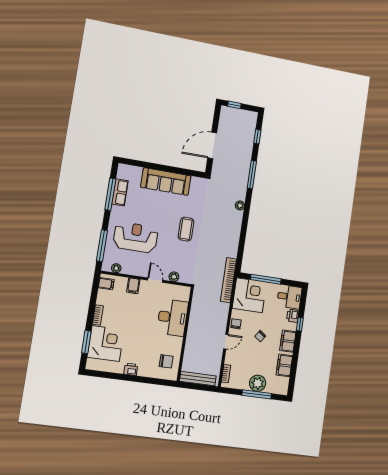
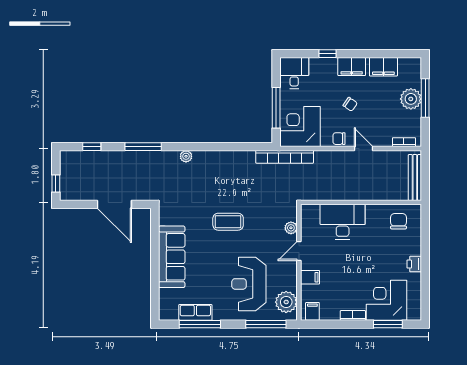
plant: (116, 268) -> (286, 302), width x1.87, depth x1.87
printer: (293, 316) -> (318, 65), removed

